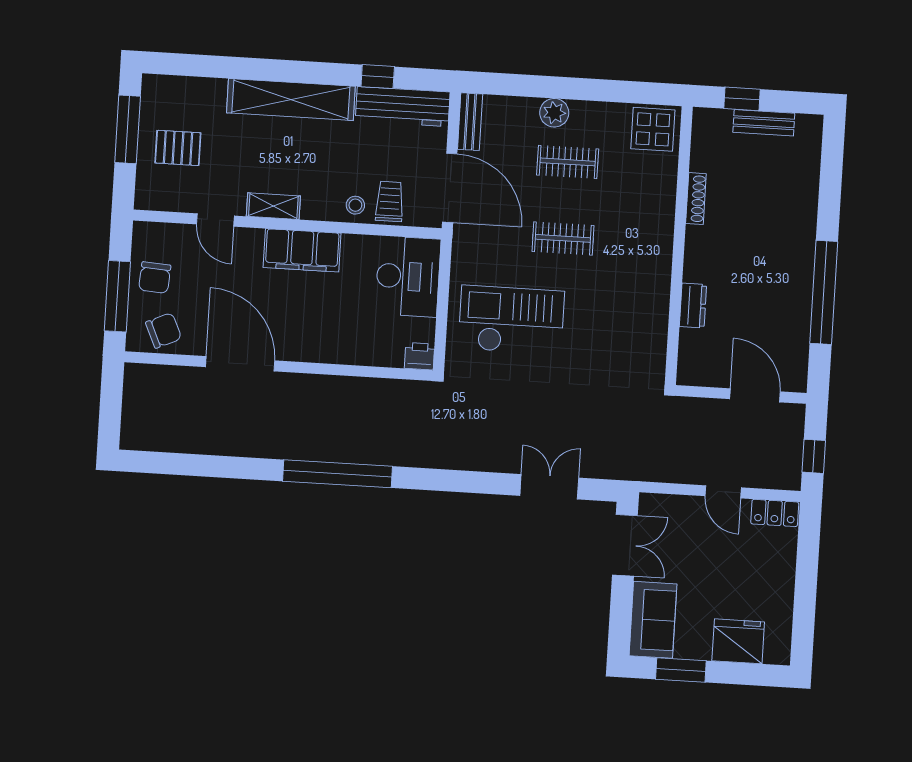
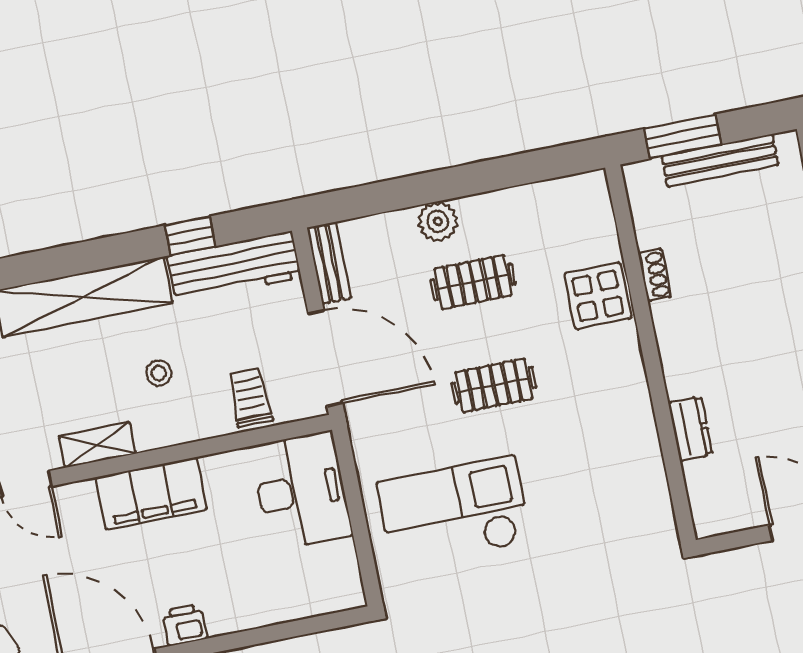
window: (742, 99) -> (683, 136), width x1.50
bench: (764, 123) -> (720, 160), width x1.36
display table: (653, 129) -> (598, 296), moved
shoe rack: (696, 199) -> (654, 275), width x0.70
stool: (355, 205) -> (159, 373), moved
printer: (420, 356) -> (185, 625), moved

